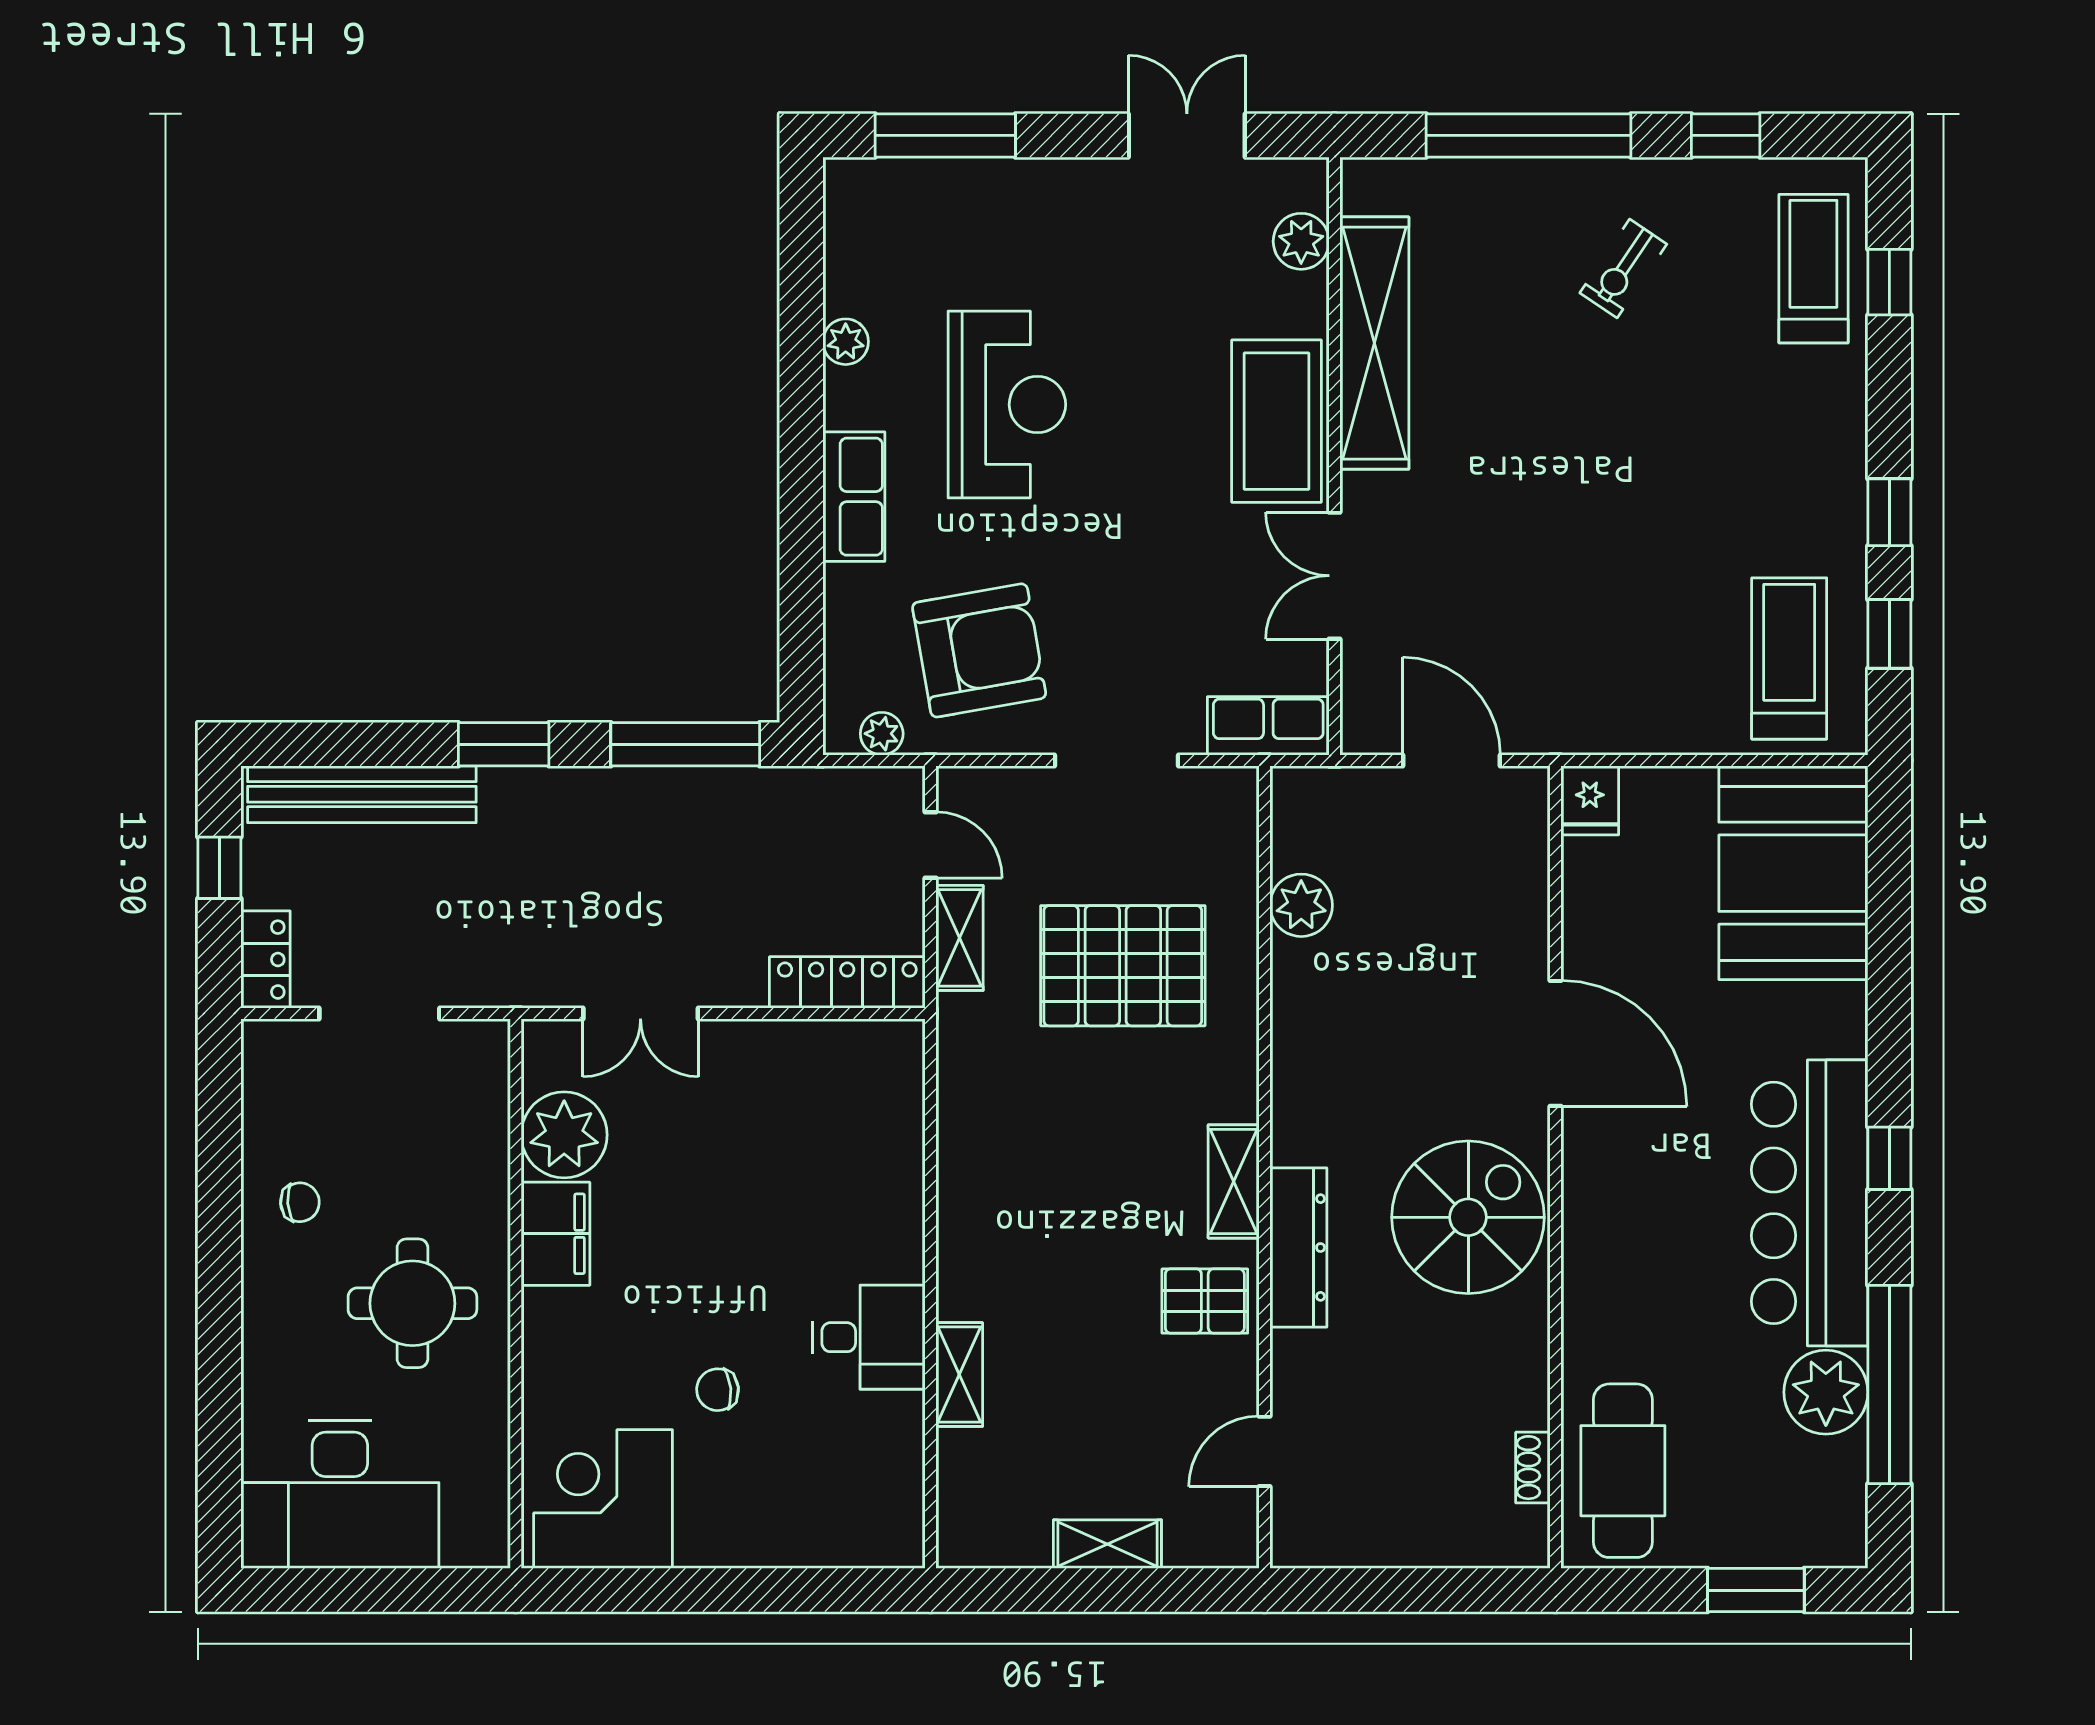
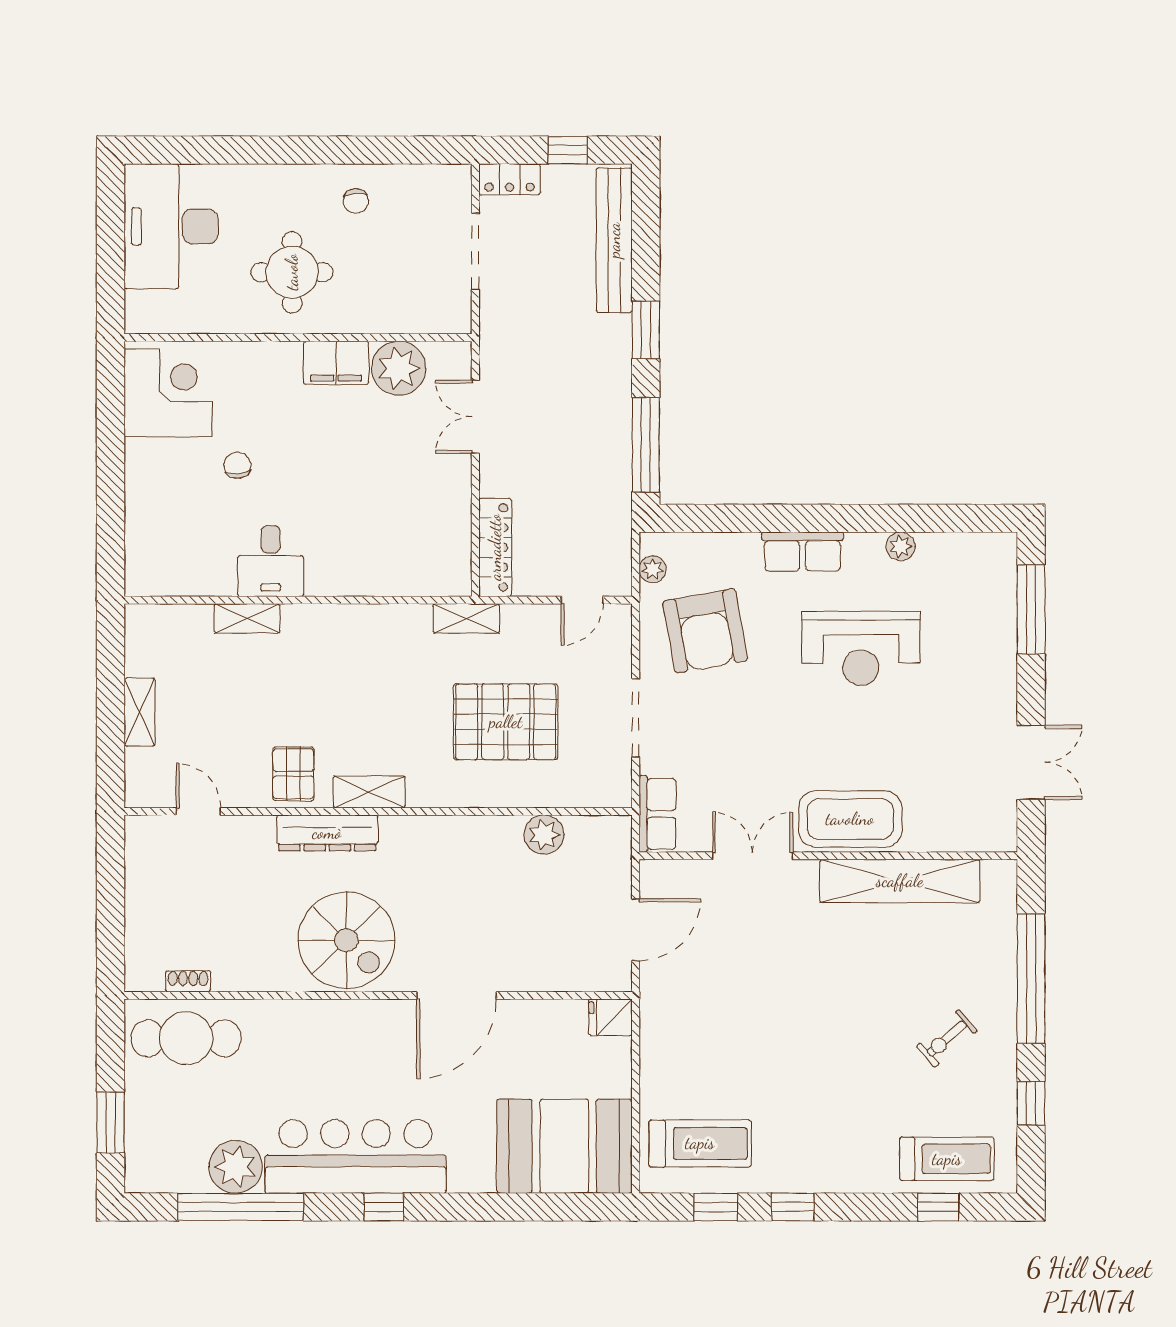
plant: (1301, 241) -> (964, 835), removed
exercise bike: (1623, 269) -> (947, 1039), turned -75
shelving: (960, 938) -> (466, 618), moved
pallet: (1123, 966) -> (506, 722), turned 90

